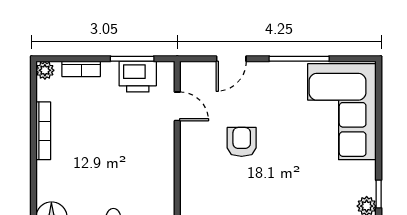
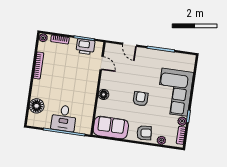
door: (231, 59) -> (130, 45), hinge flipped
corner sofa: (342, 112) -> (175, 92), moved
armchair: (242, 142) -> (141, 99), moved
floor lamp: (191, 173) -> (104, 94), added

